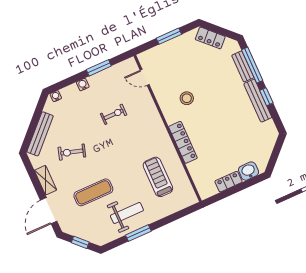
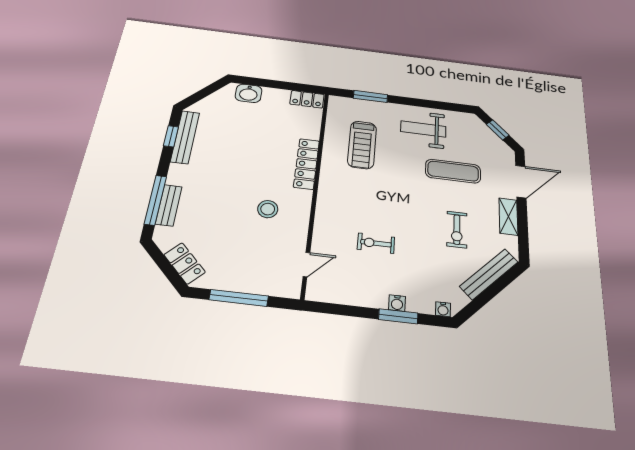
window: (169, 36) -> (239, 298), width x1.44
window: (99, 68) -> (398, 316), moved
door: (145, 77) -> (306, 265), hinge flipped
window: (266, 97) -> (171, 136), moved
bench: (258, 101) -> (185, 137), moved
exercise bike: (72, 152) -> (457, 230), turned 73
locker: (228, 182) -> (307, 99), moved
window: (138, 233) -> (370, 96), moved

